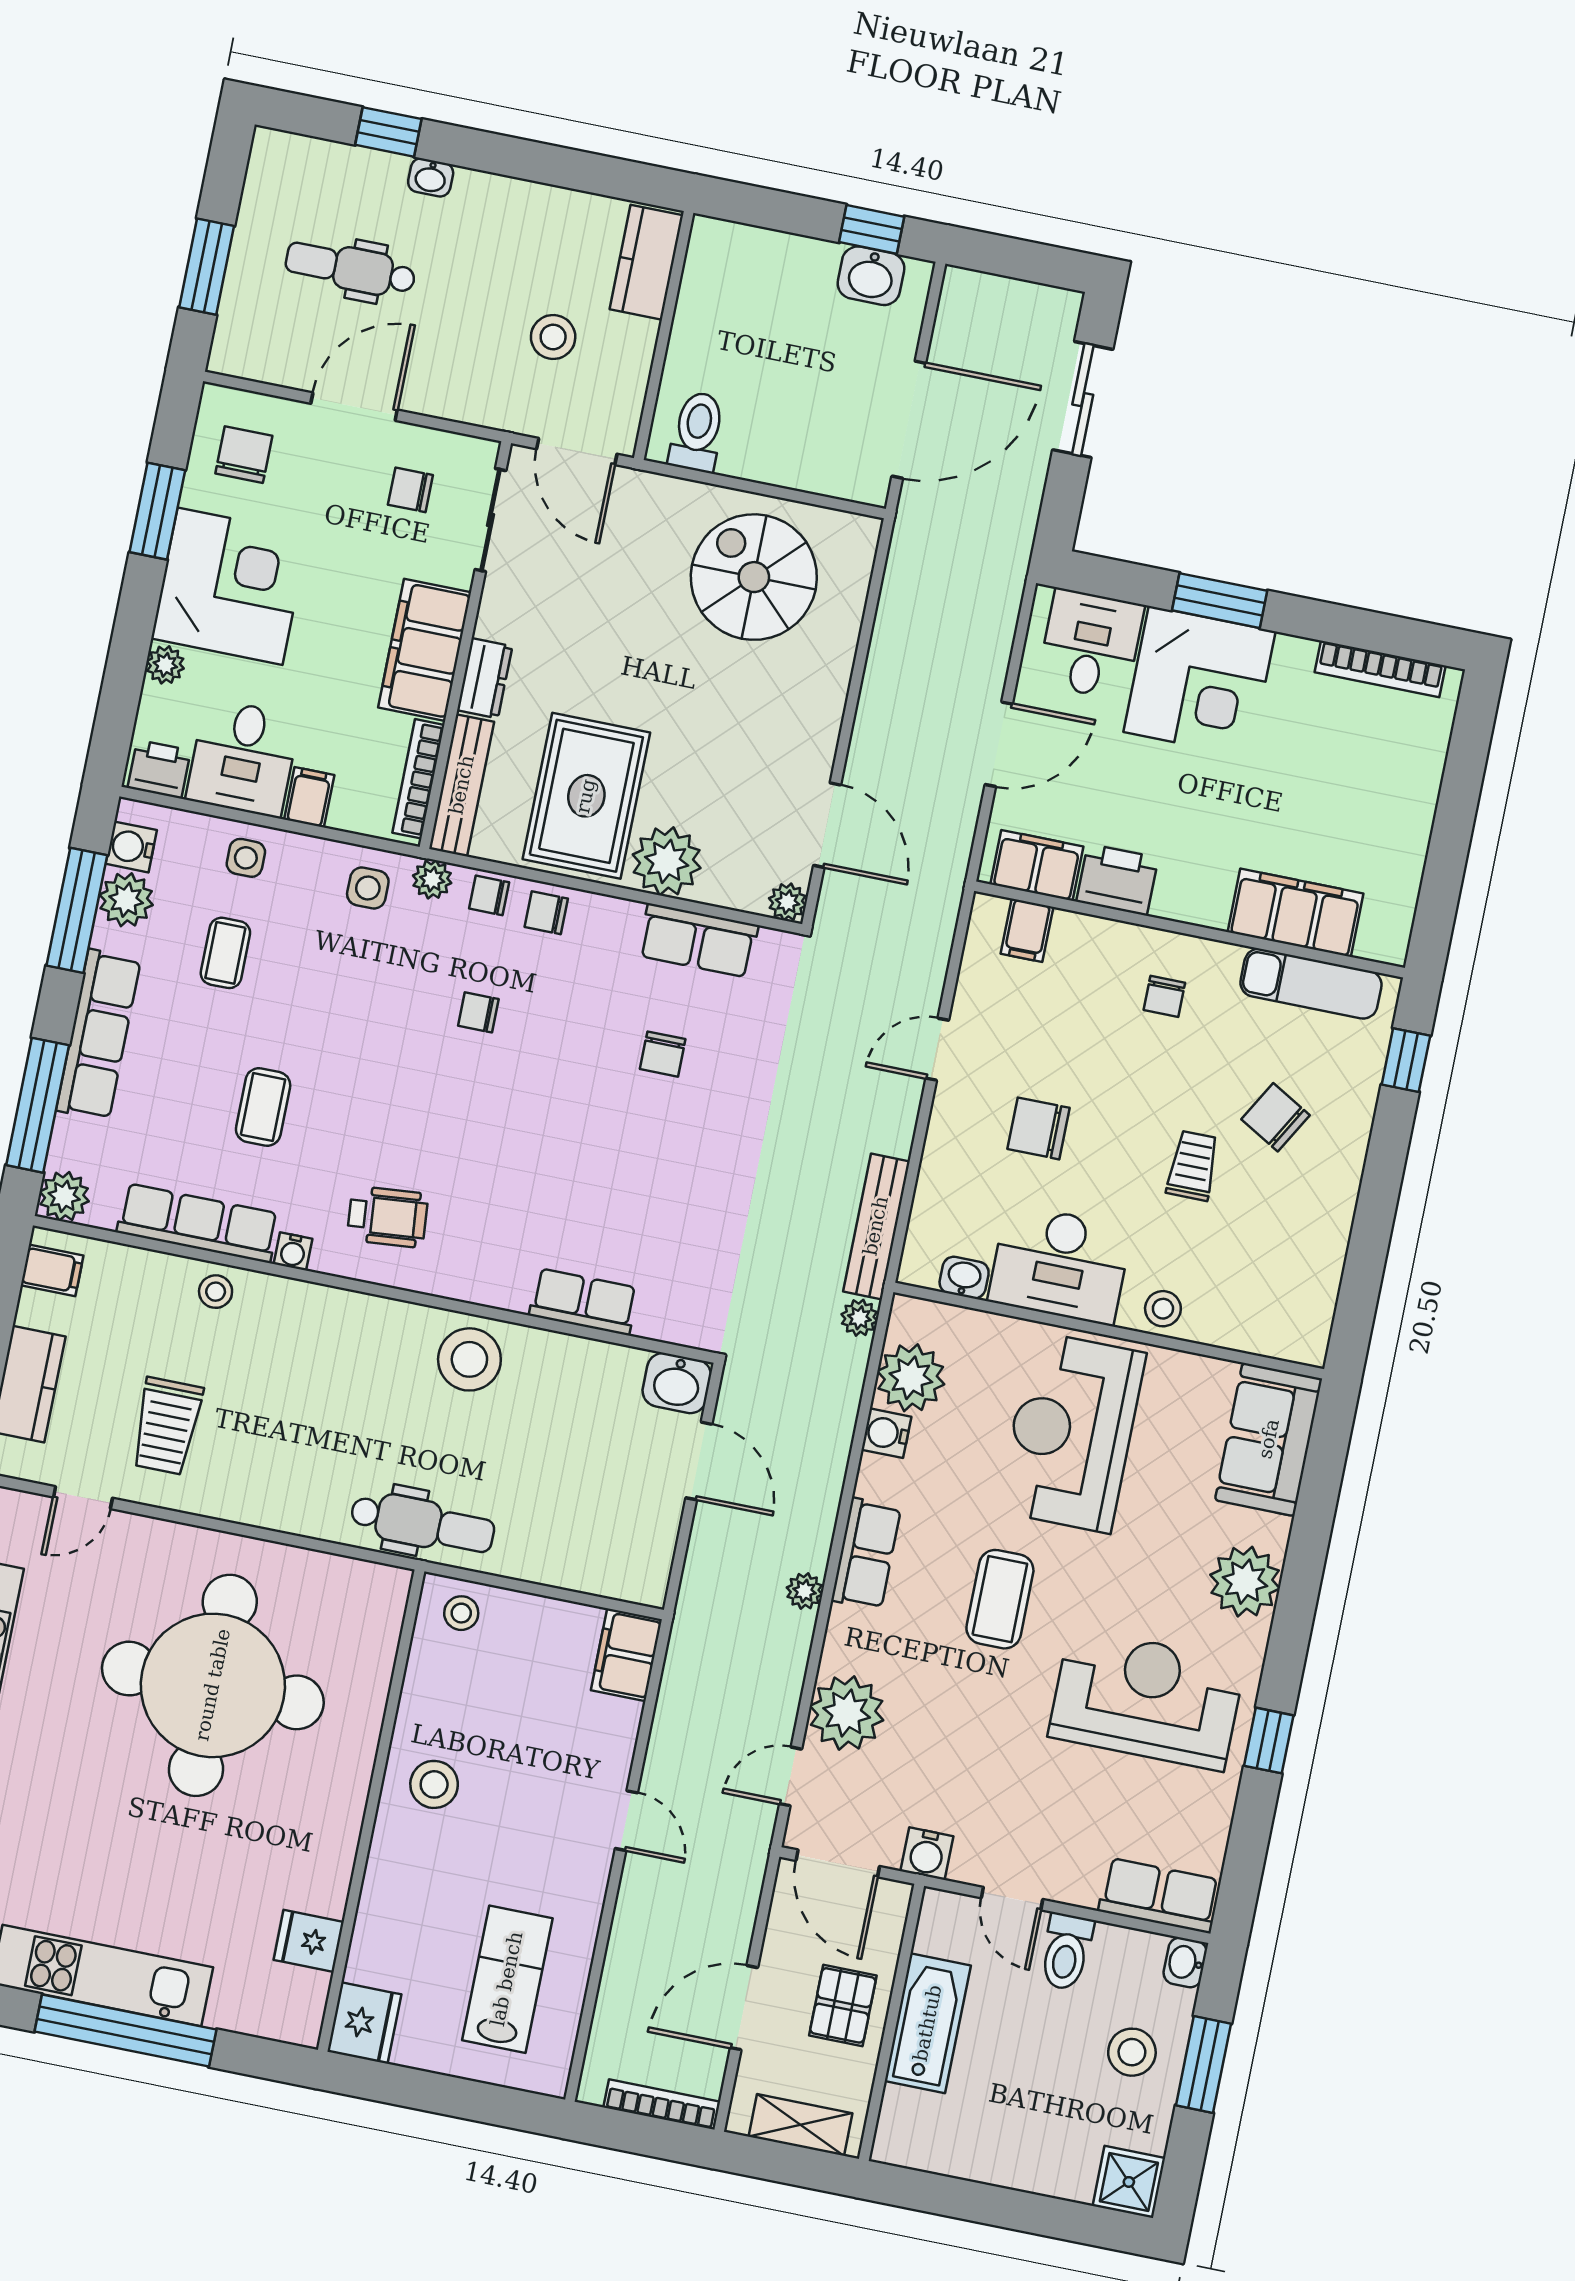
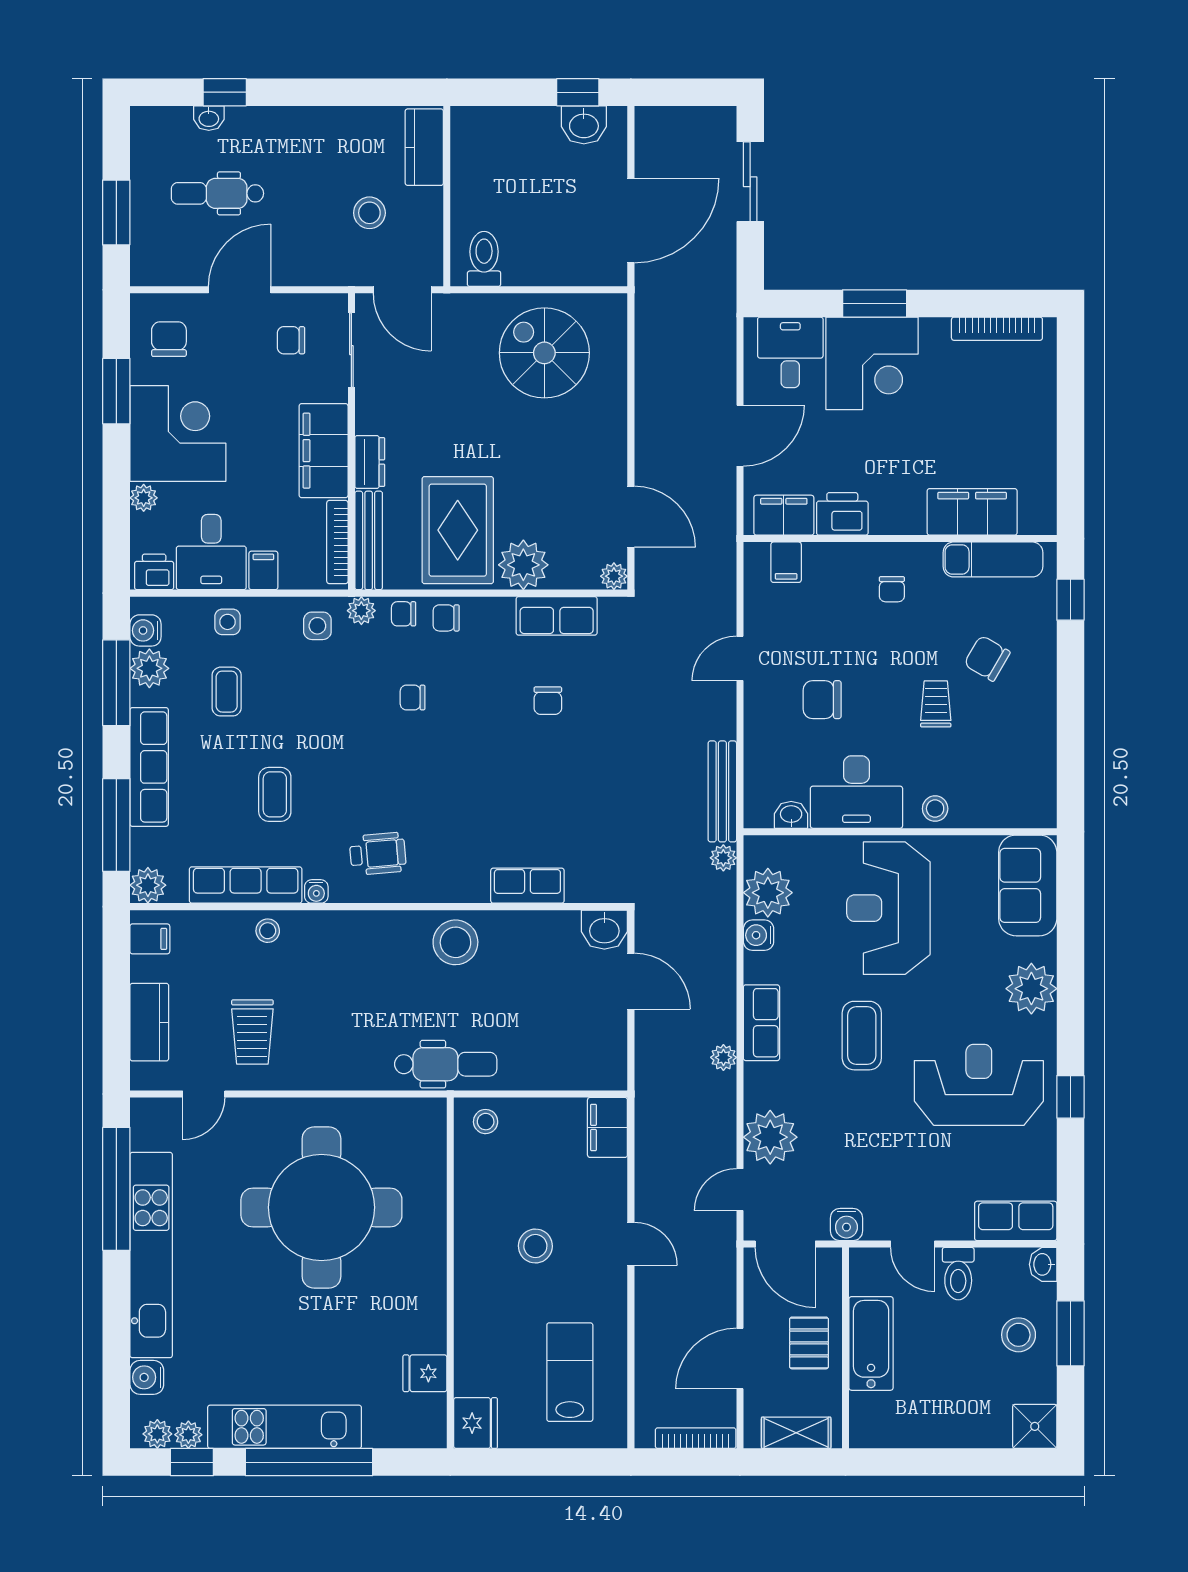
washbasin: (431, 177) -> (209, 118), moved
stool: (434, 1784) -> (535, 1246), moved

